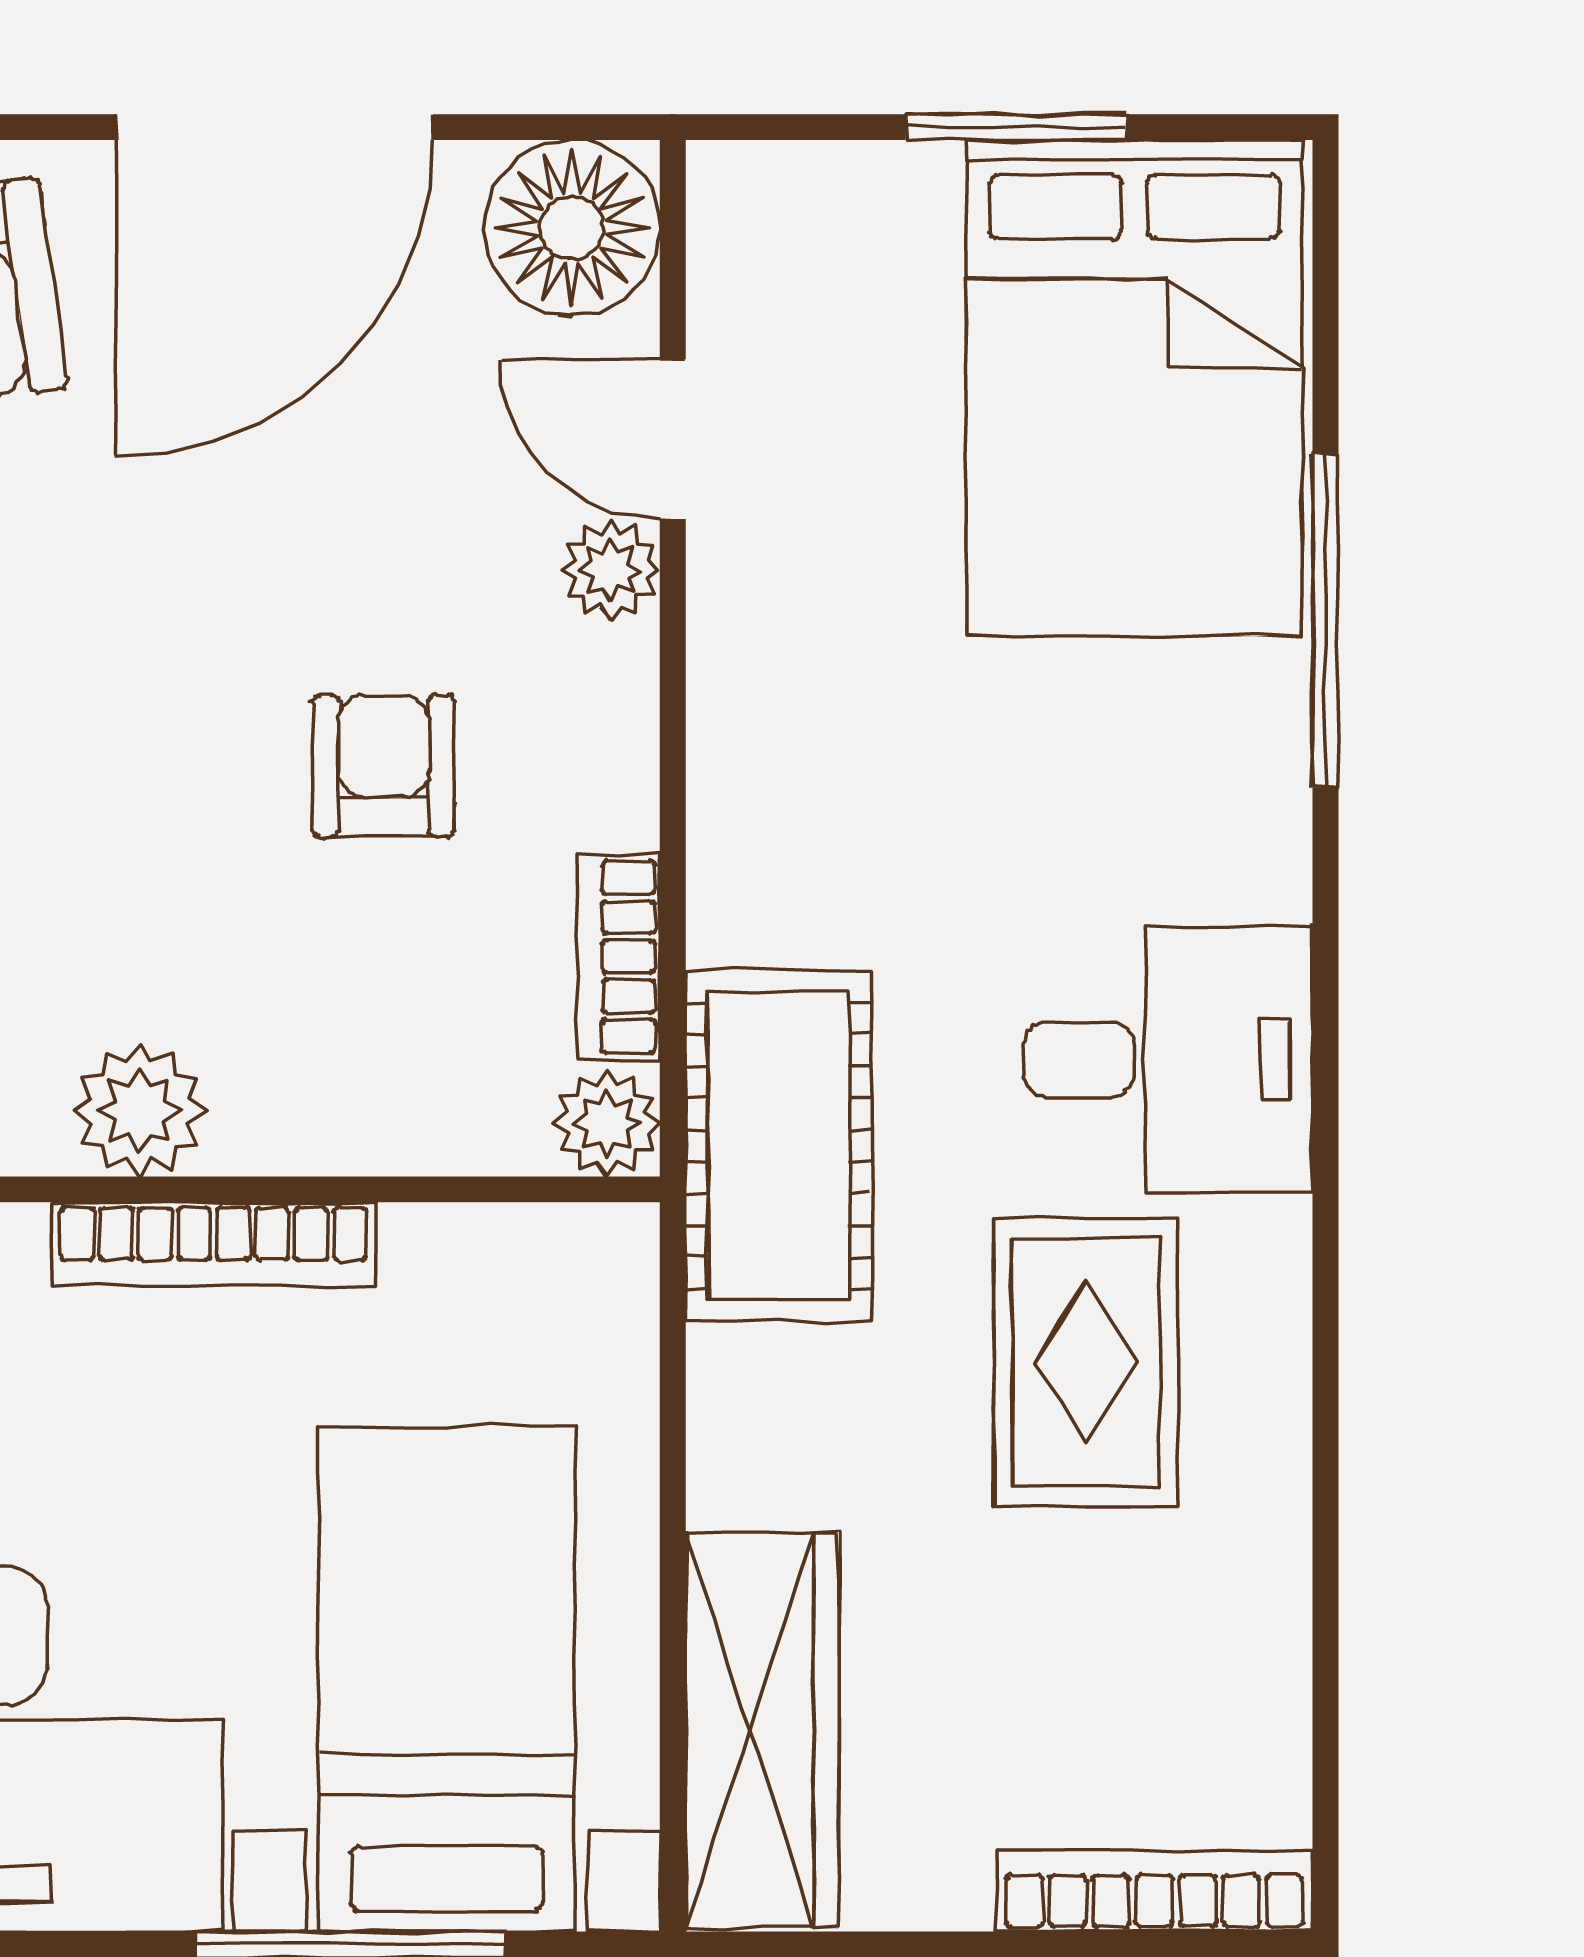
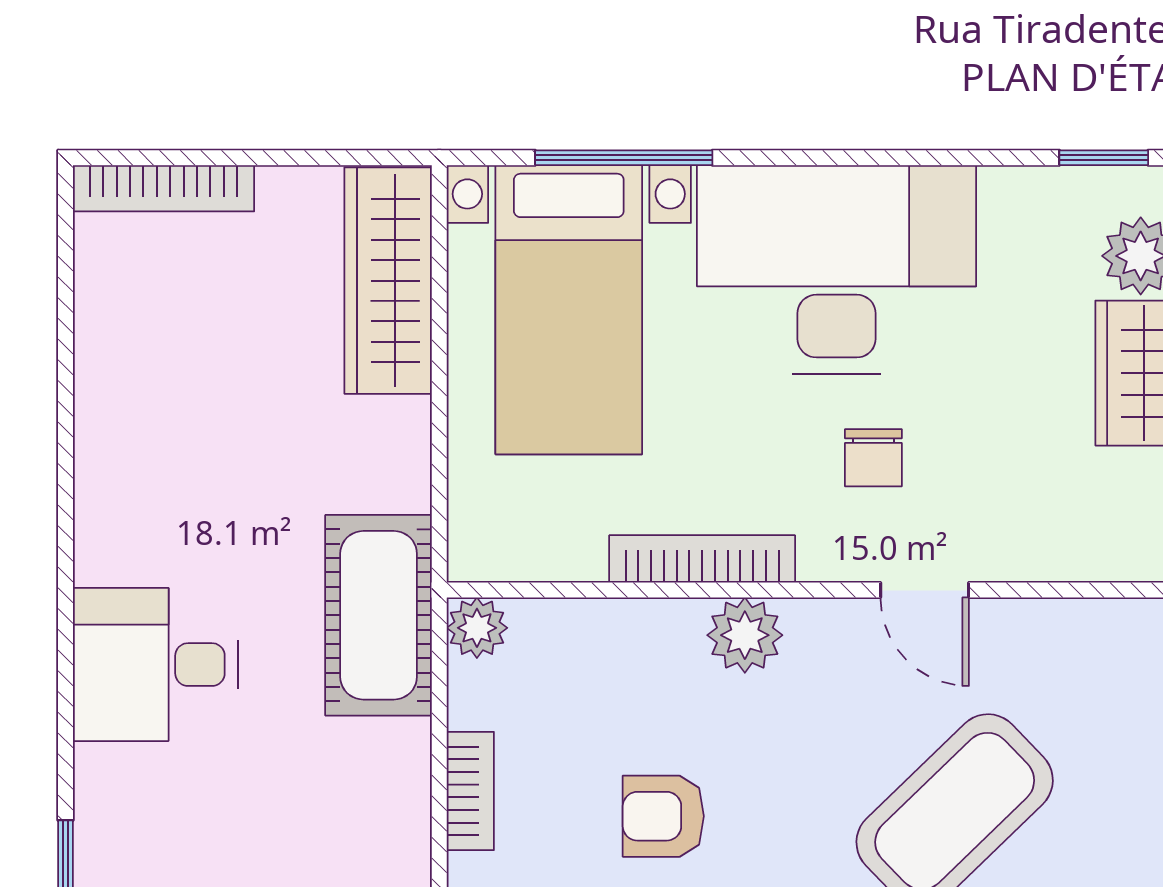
armchair: (383, 766) -> (663, 816), moved, turned 90
bookcase: (619, 957) -> (470, 791), moved
rug: (1086, 1362) -> (203, 491), removed

